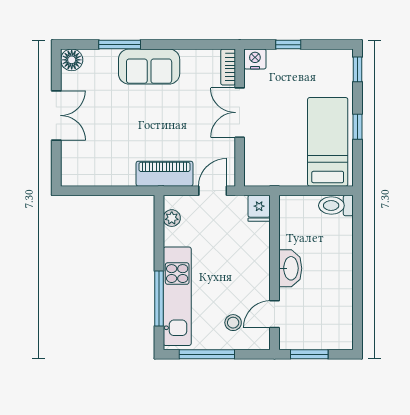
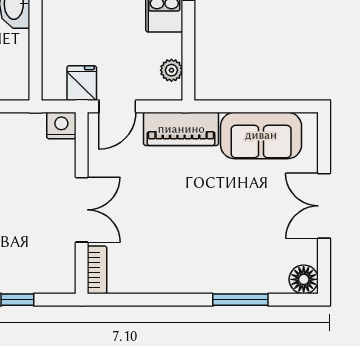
nightstand: (255, 59) -> (61, 126), moved, turned 180
sofa: (149, 67) -> (261, 135), moved, turned 180
fridge: (259, 208) -> (82, 83), moved

